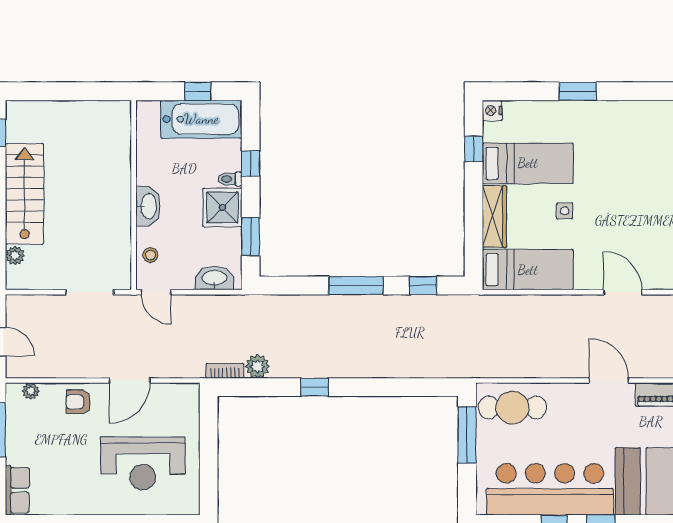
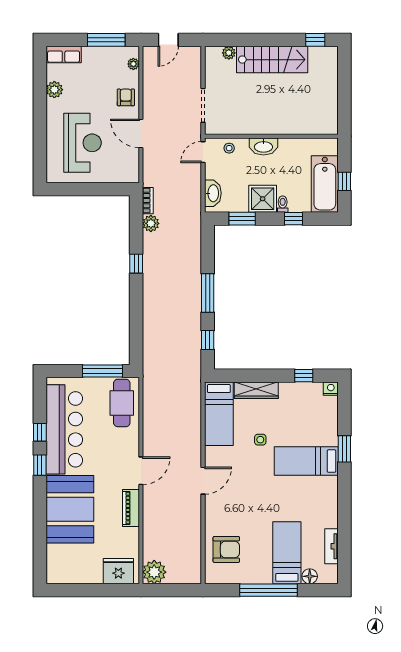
bed: (528, 163) -> (306, 461), moved, turned 90
reception desk: (143, 463) -> (82, 143), turned 180
plant: (67, 503) -> (54, 90), added

